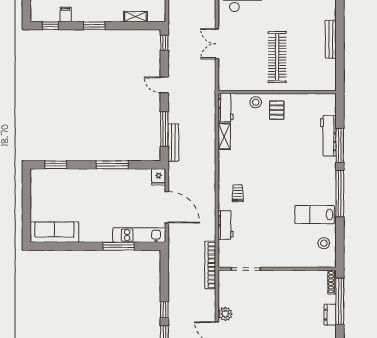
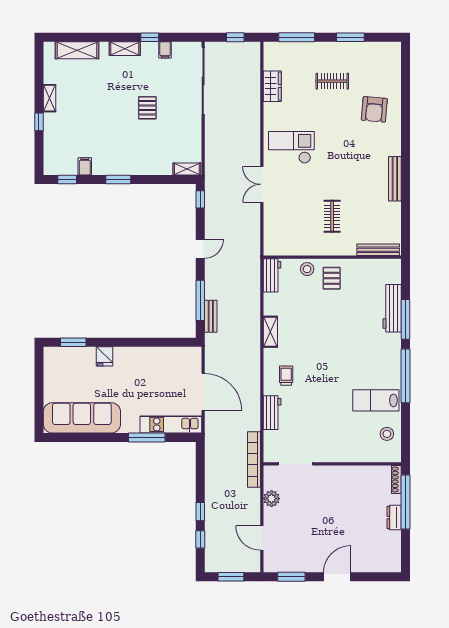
shelving: (136, 17) -> (187, 169), moved
bench: (331, 39) -> (395, 179), moved
double door: (217, 44) -> (262, 184), moved
clothes rail: (277, 57) -> (332, 216), width x0.54, depth x0.76
door: (164, 85) -> (200, 249), swing flipped
bench: (316, 86) -> (378, 250), added
shelving: (224, 136) -> (270, 332), moved
bench: (173, 143) -> (211, 316), width x0.73
window: (112, 165) -> (139, 342), removed
fridge: (159, 177) -> (104, 356), moved
sofa: (54, 232) -> (82, 418), width x1.36, depth x1.27
plant: (225, 314) -> (272, 499), moved

